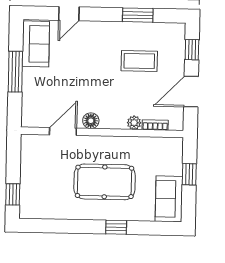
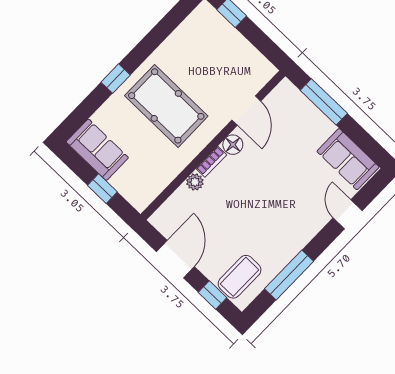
window: (138, 15) -> (289, 275), width x1.44
coffee table: (139, 61) -> (240, 277), moved
window: (15, 72) -> (324, 102), moved
bookcase: (155, 125) -> (211, 162), moved
pool table: (105, 182) -> (166, 106), turned 90

